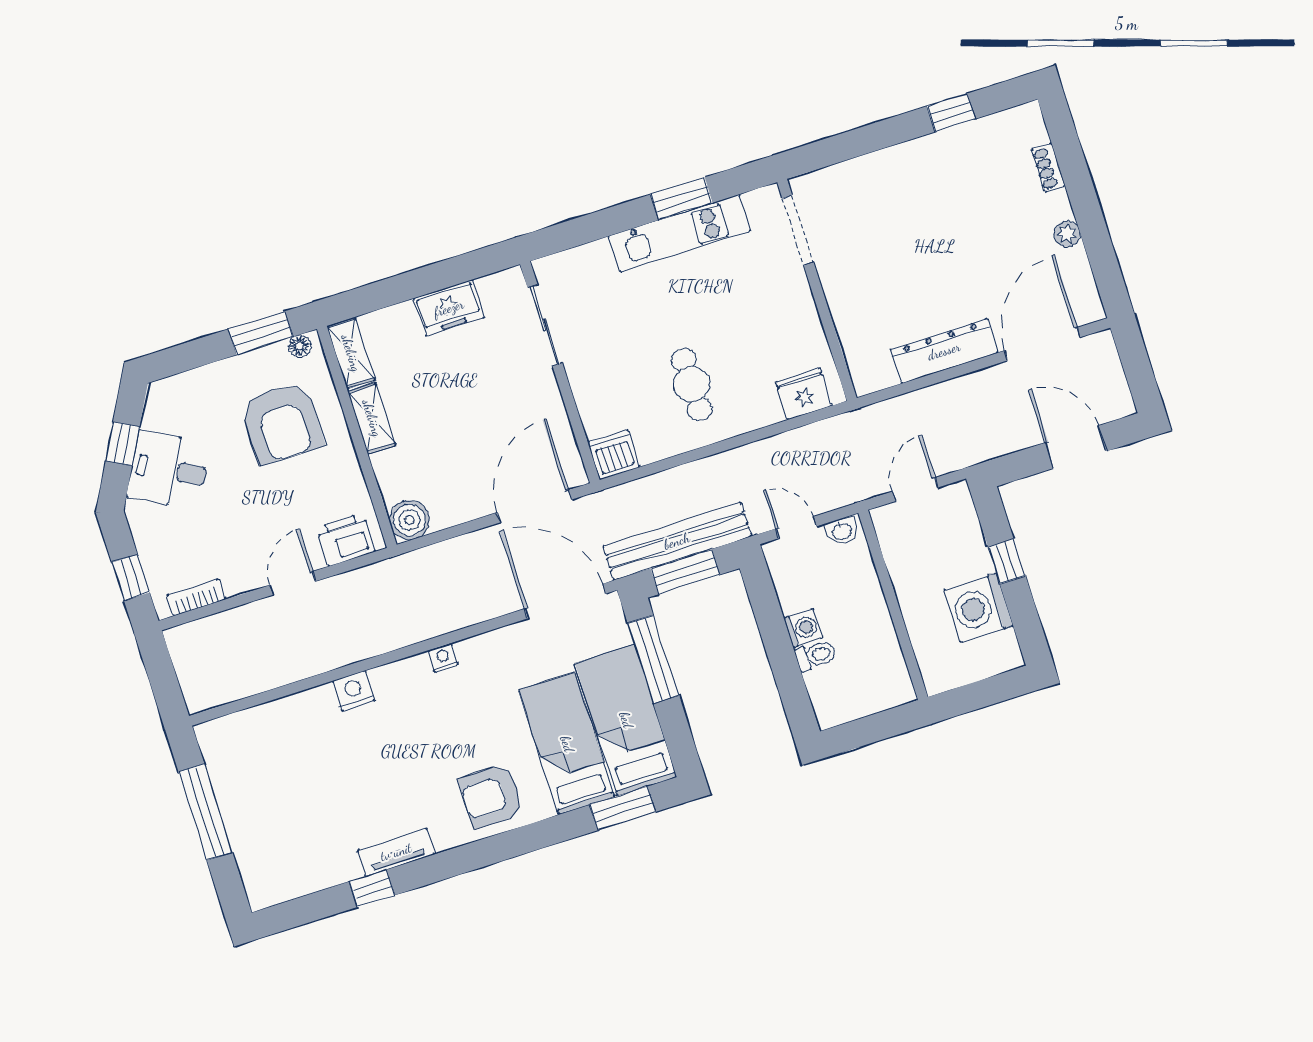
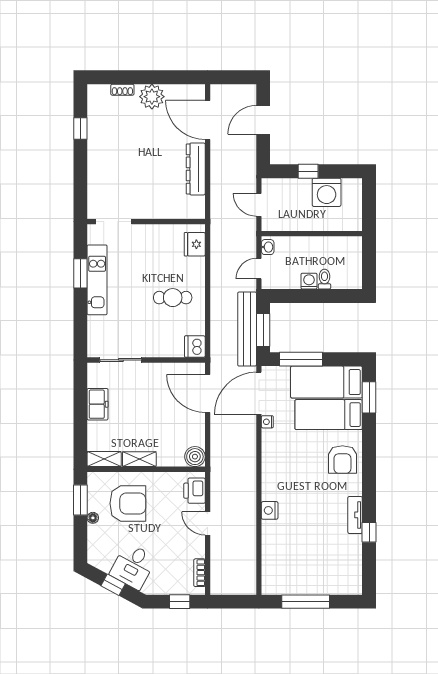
plant: (1067, 234) -> (152, 97), width x1.88, depth x1.88
floor lamp: (300, 346) -> (93, 518), moved
nightstand: (443, 657) -> (267, 422), moved

